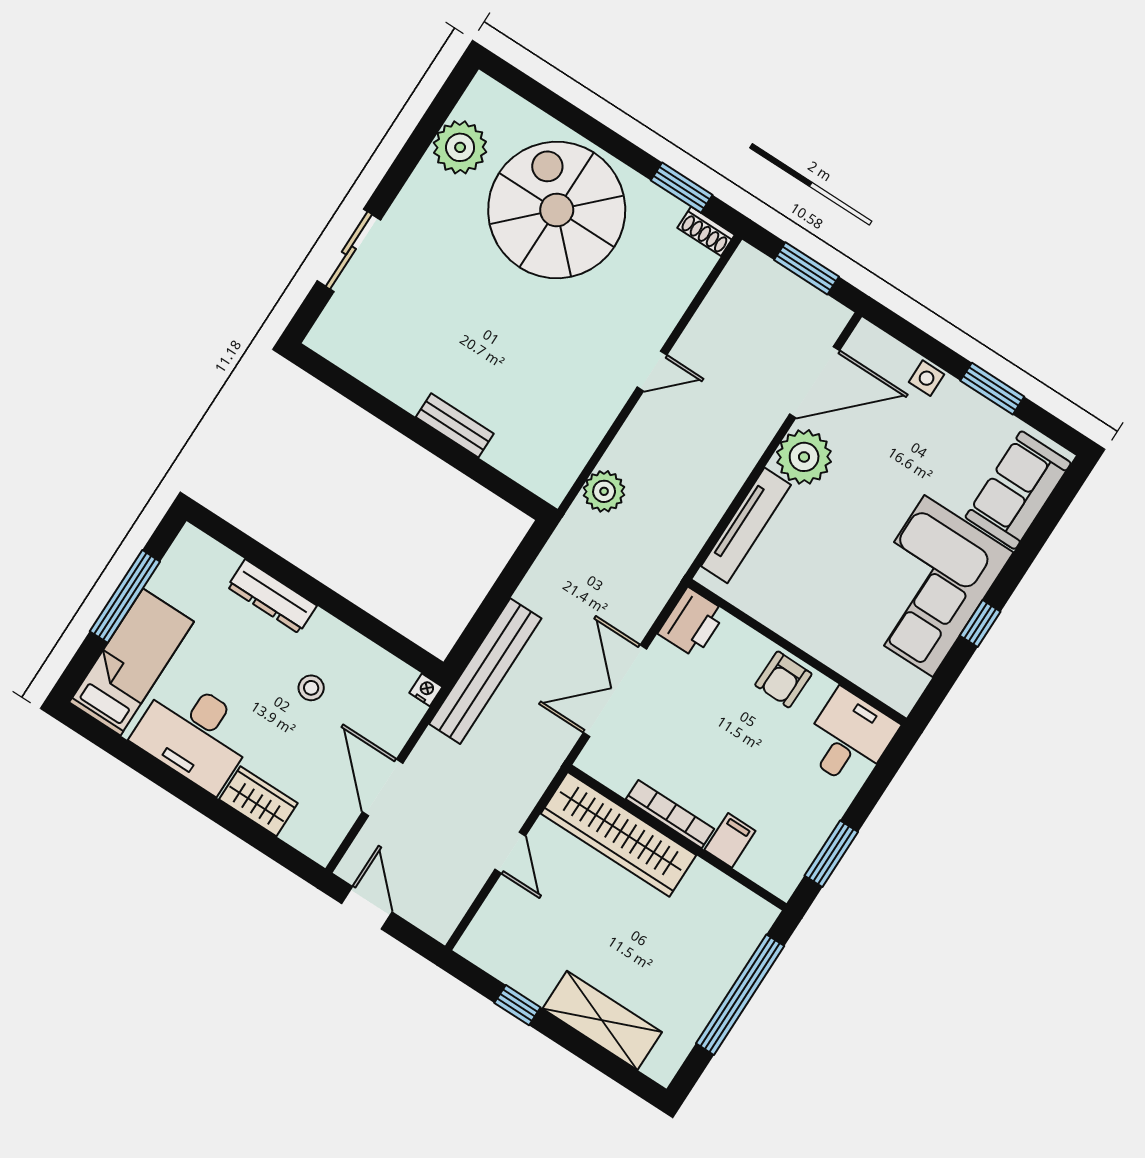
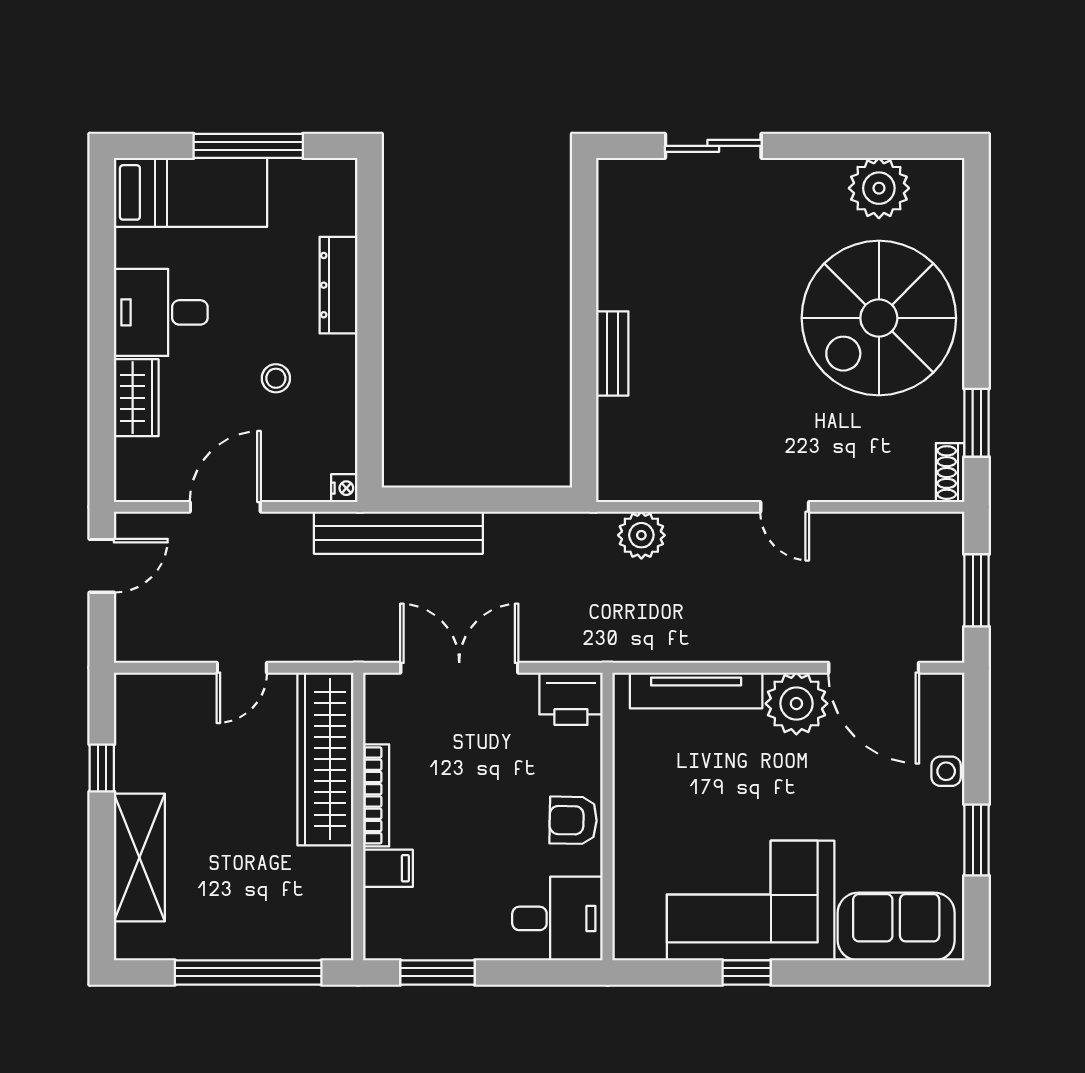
spiral stairs: (557, 210) -> (879, 318), turned 180
desk: (195, 734) -> (161, 312), width x0.73

